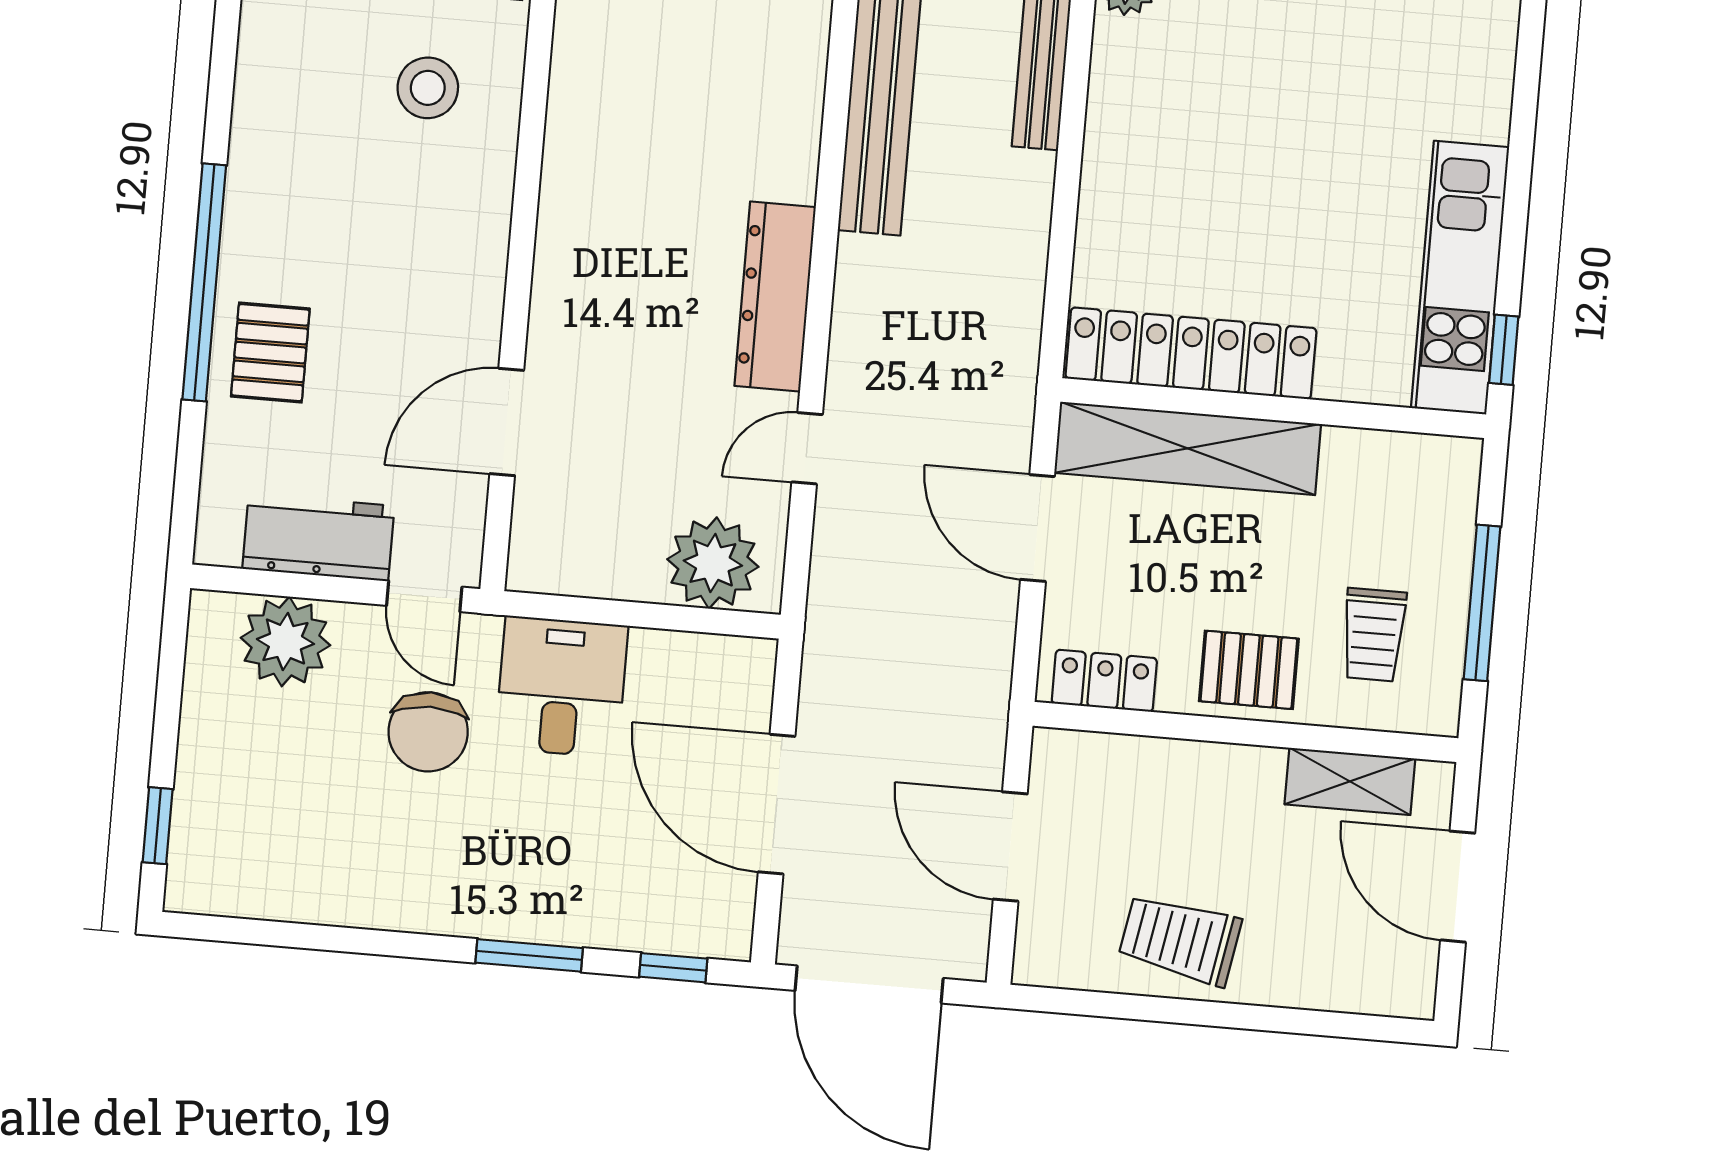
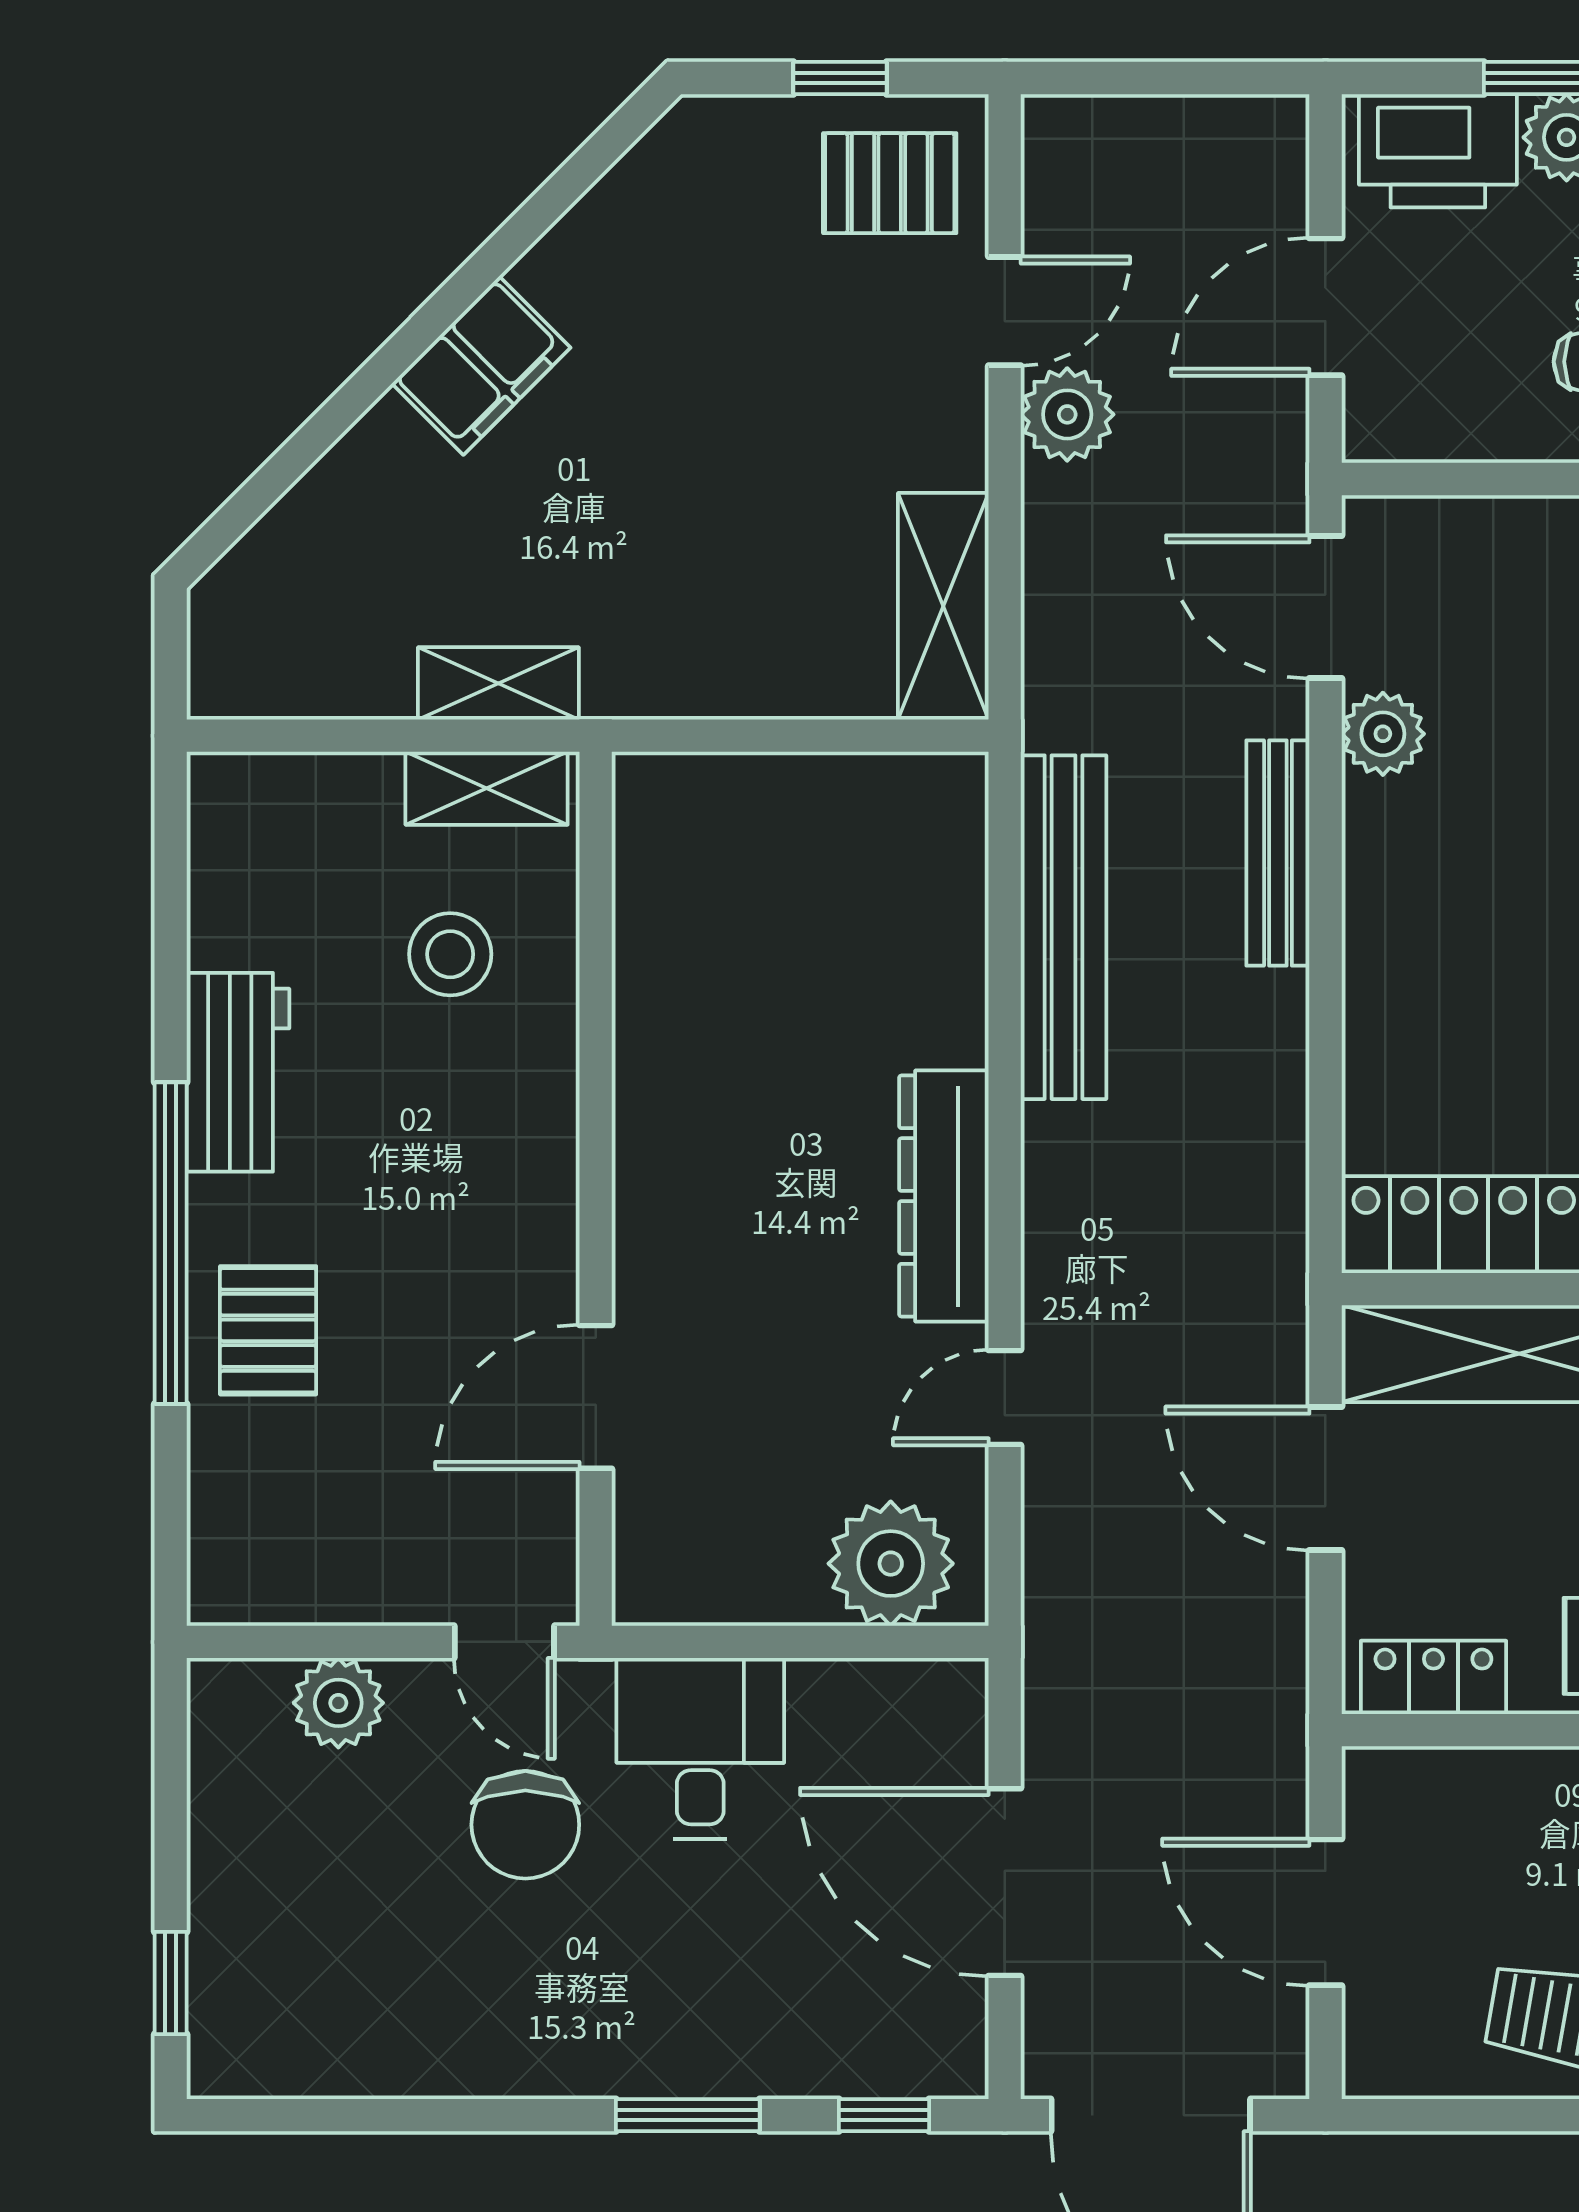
workbench: (318, 537) -> (238, 1072), moved, turned 90
plant: (285, 642) -> (338, 1703), width x0.73, depth x0.73

